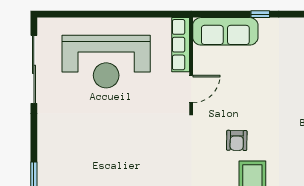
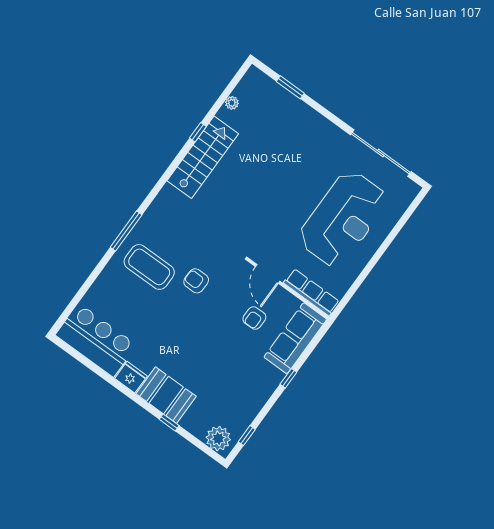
reception desk: (106, 62) -> (343, 219), turned 180
armchair: (233, 74) -> (254, 318), added

